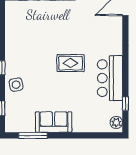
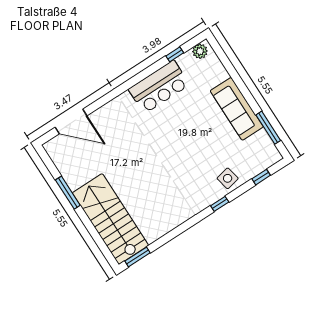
rug: (71, 63) -> (170, 137), removed
sofa: (54, 122) -> (237, 109), width x1.36

